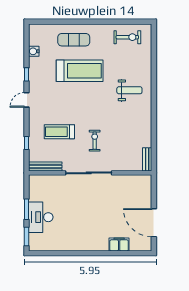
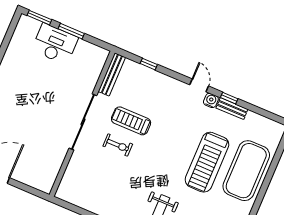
exercise mat: (74, 40) -> (246, 171), width x2.00, depth x1.45
water cooler: (34, 51) -> (211, 100), moved
treadmill: (59, 132) -> (131, 121), moved, turned -90
bench: (147, 159) -> (232, 109), moved

